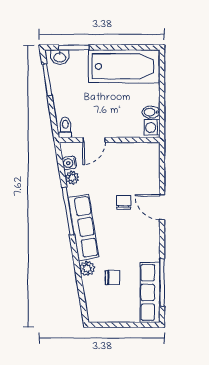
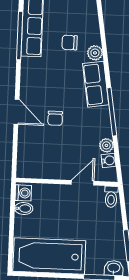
row of seats: (83, 227) -> (96, 84), width x0.68

